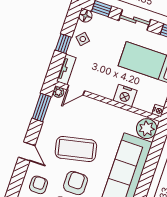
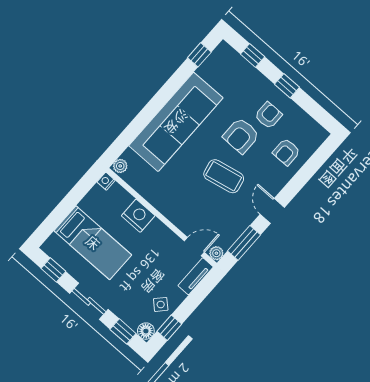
window: (63, 44) -> (169, 328), moved
plant: (147, 129) -> (120, 166), width x0.53, depth x0.53
coffee table: (76, 149) -> (224, 176), width x0.73, depth x0.76
door: (27, 151) -> (272, 211), moved

